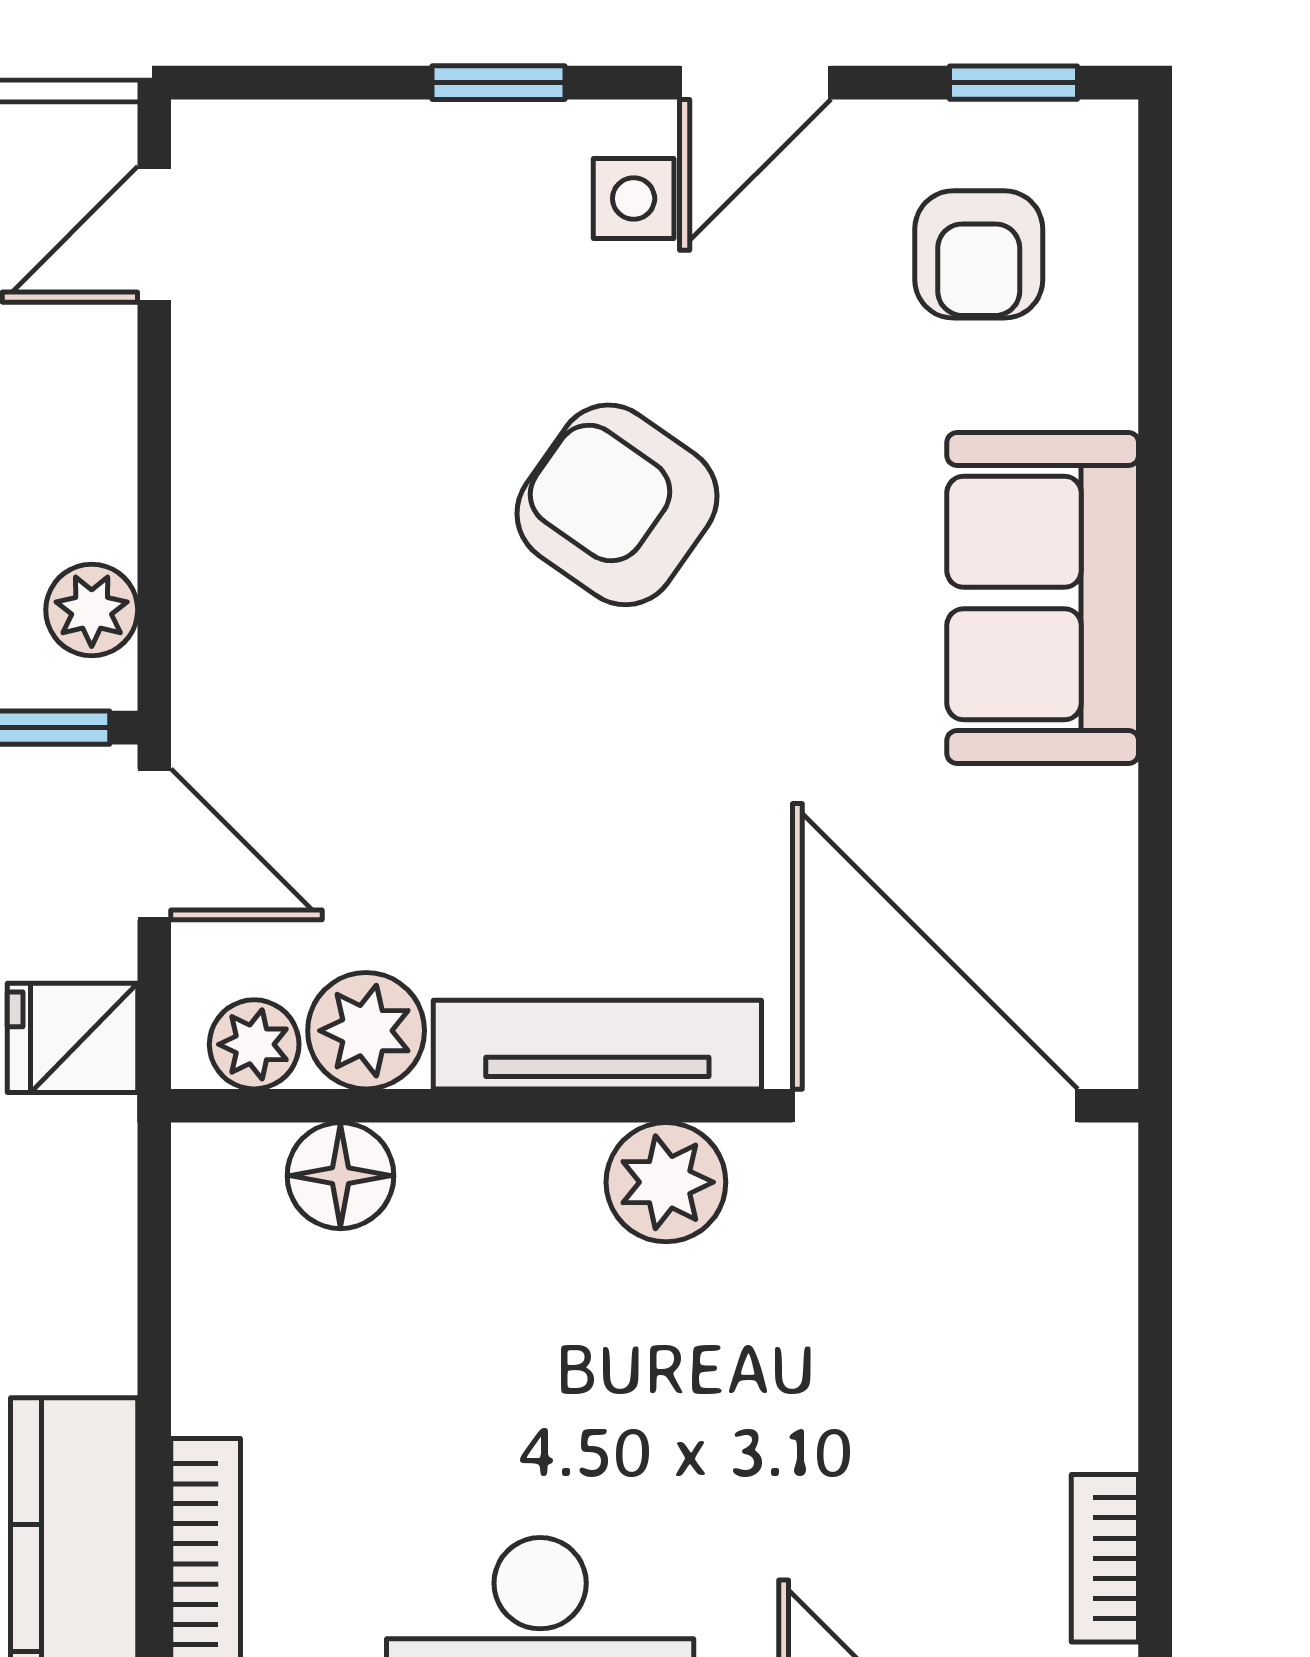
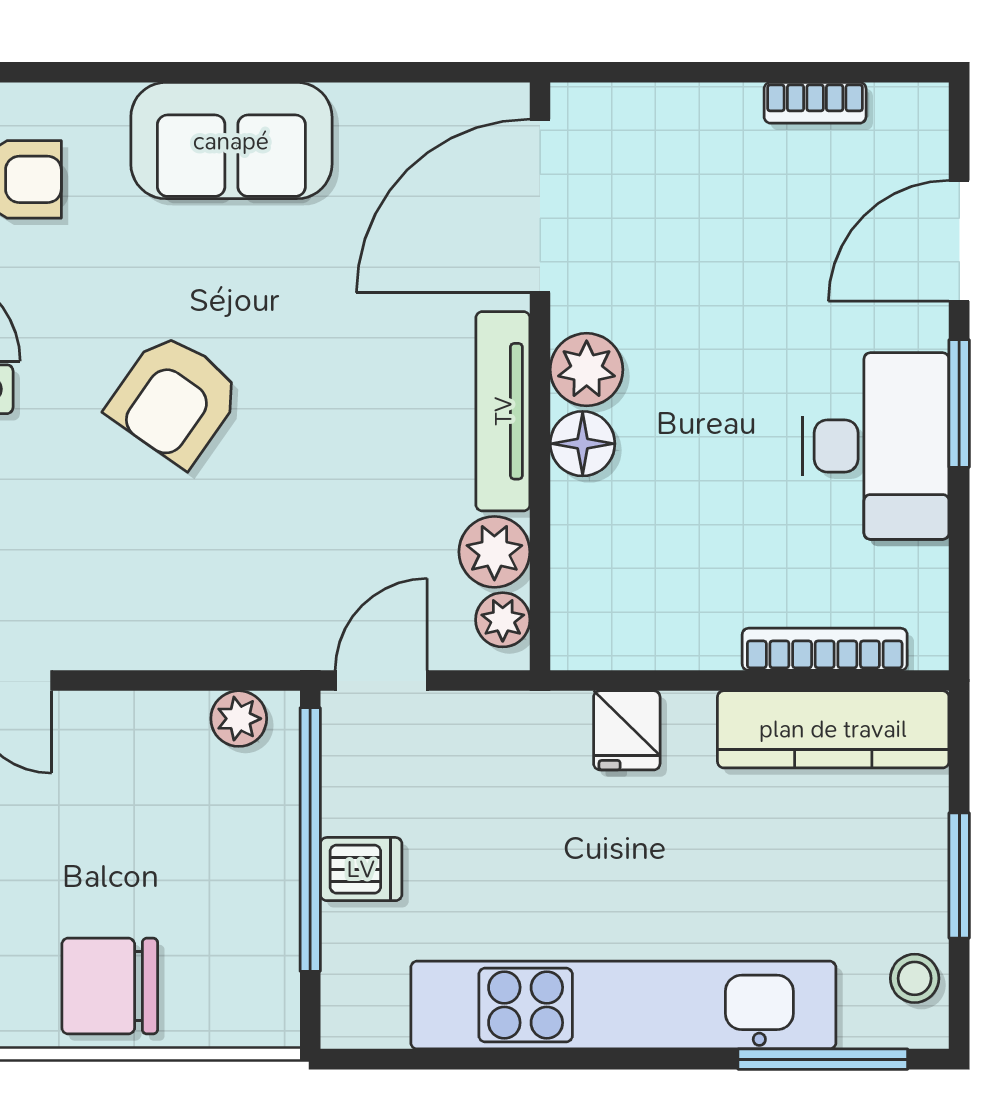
fridge: (72, 1038) -> (627, 730), moved
floor lamp: (340, 1176) -> (583, 444), moved

